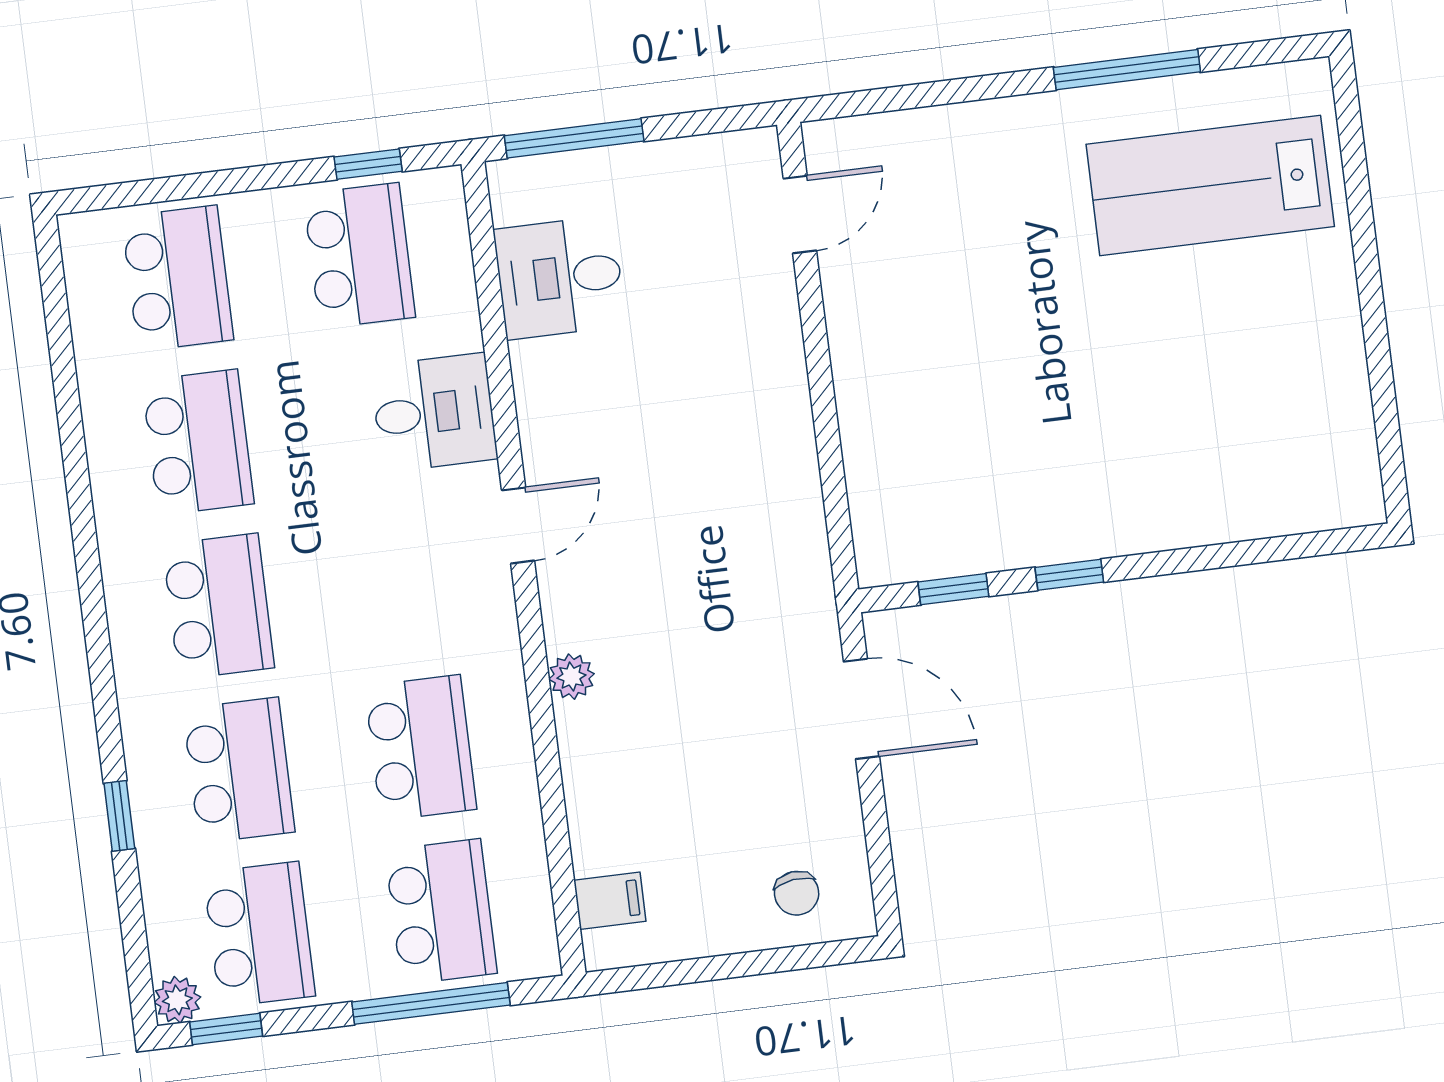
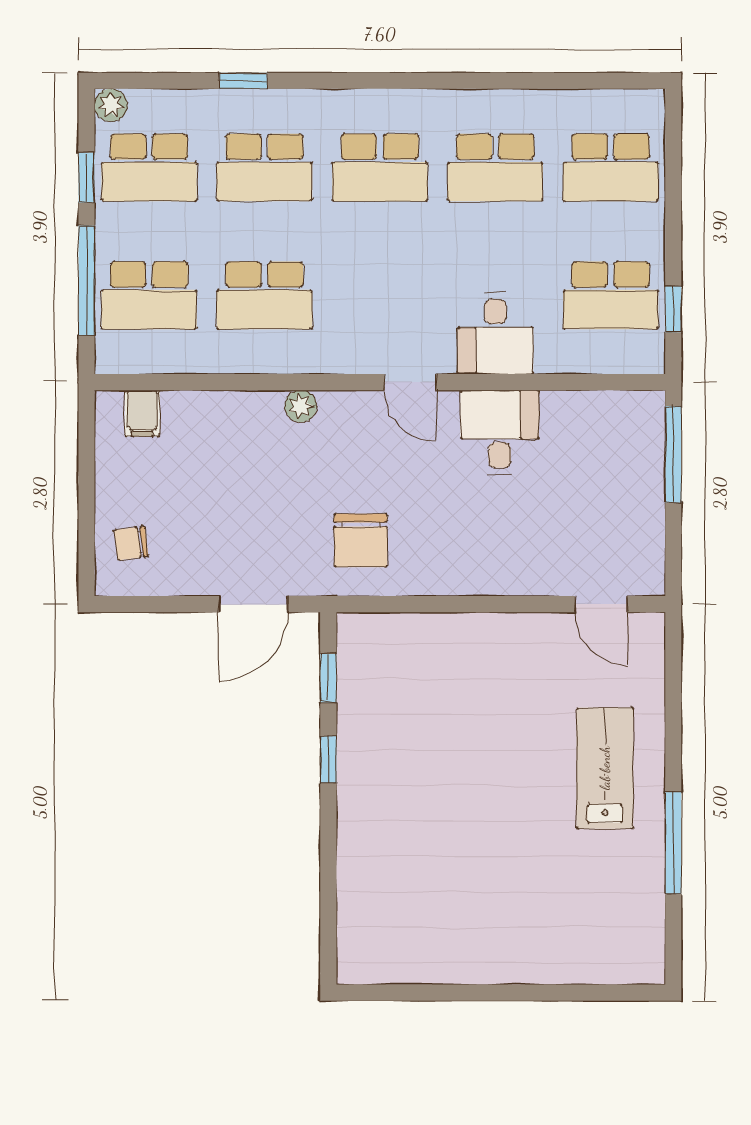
lab bench: (1210, 185) -> (605, 768), moved, width x0.73, depth x0.72
desk: (560, 277) -> (500, 432), moved
chair: (752, 568) -> (361, 540), added
window: (226, 1029) -> (86, 178), moved

